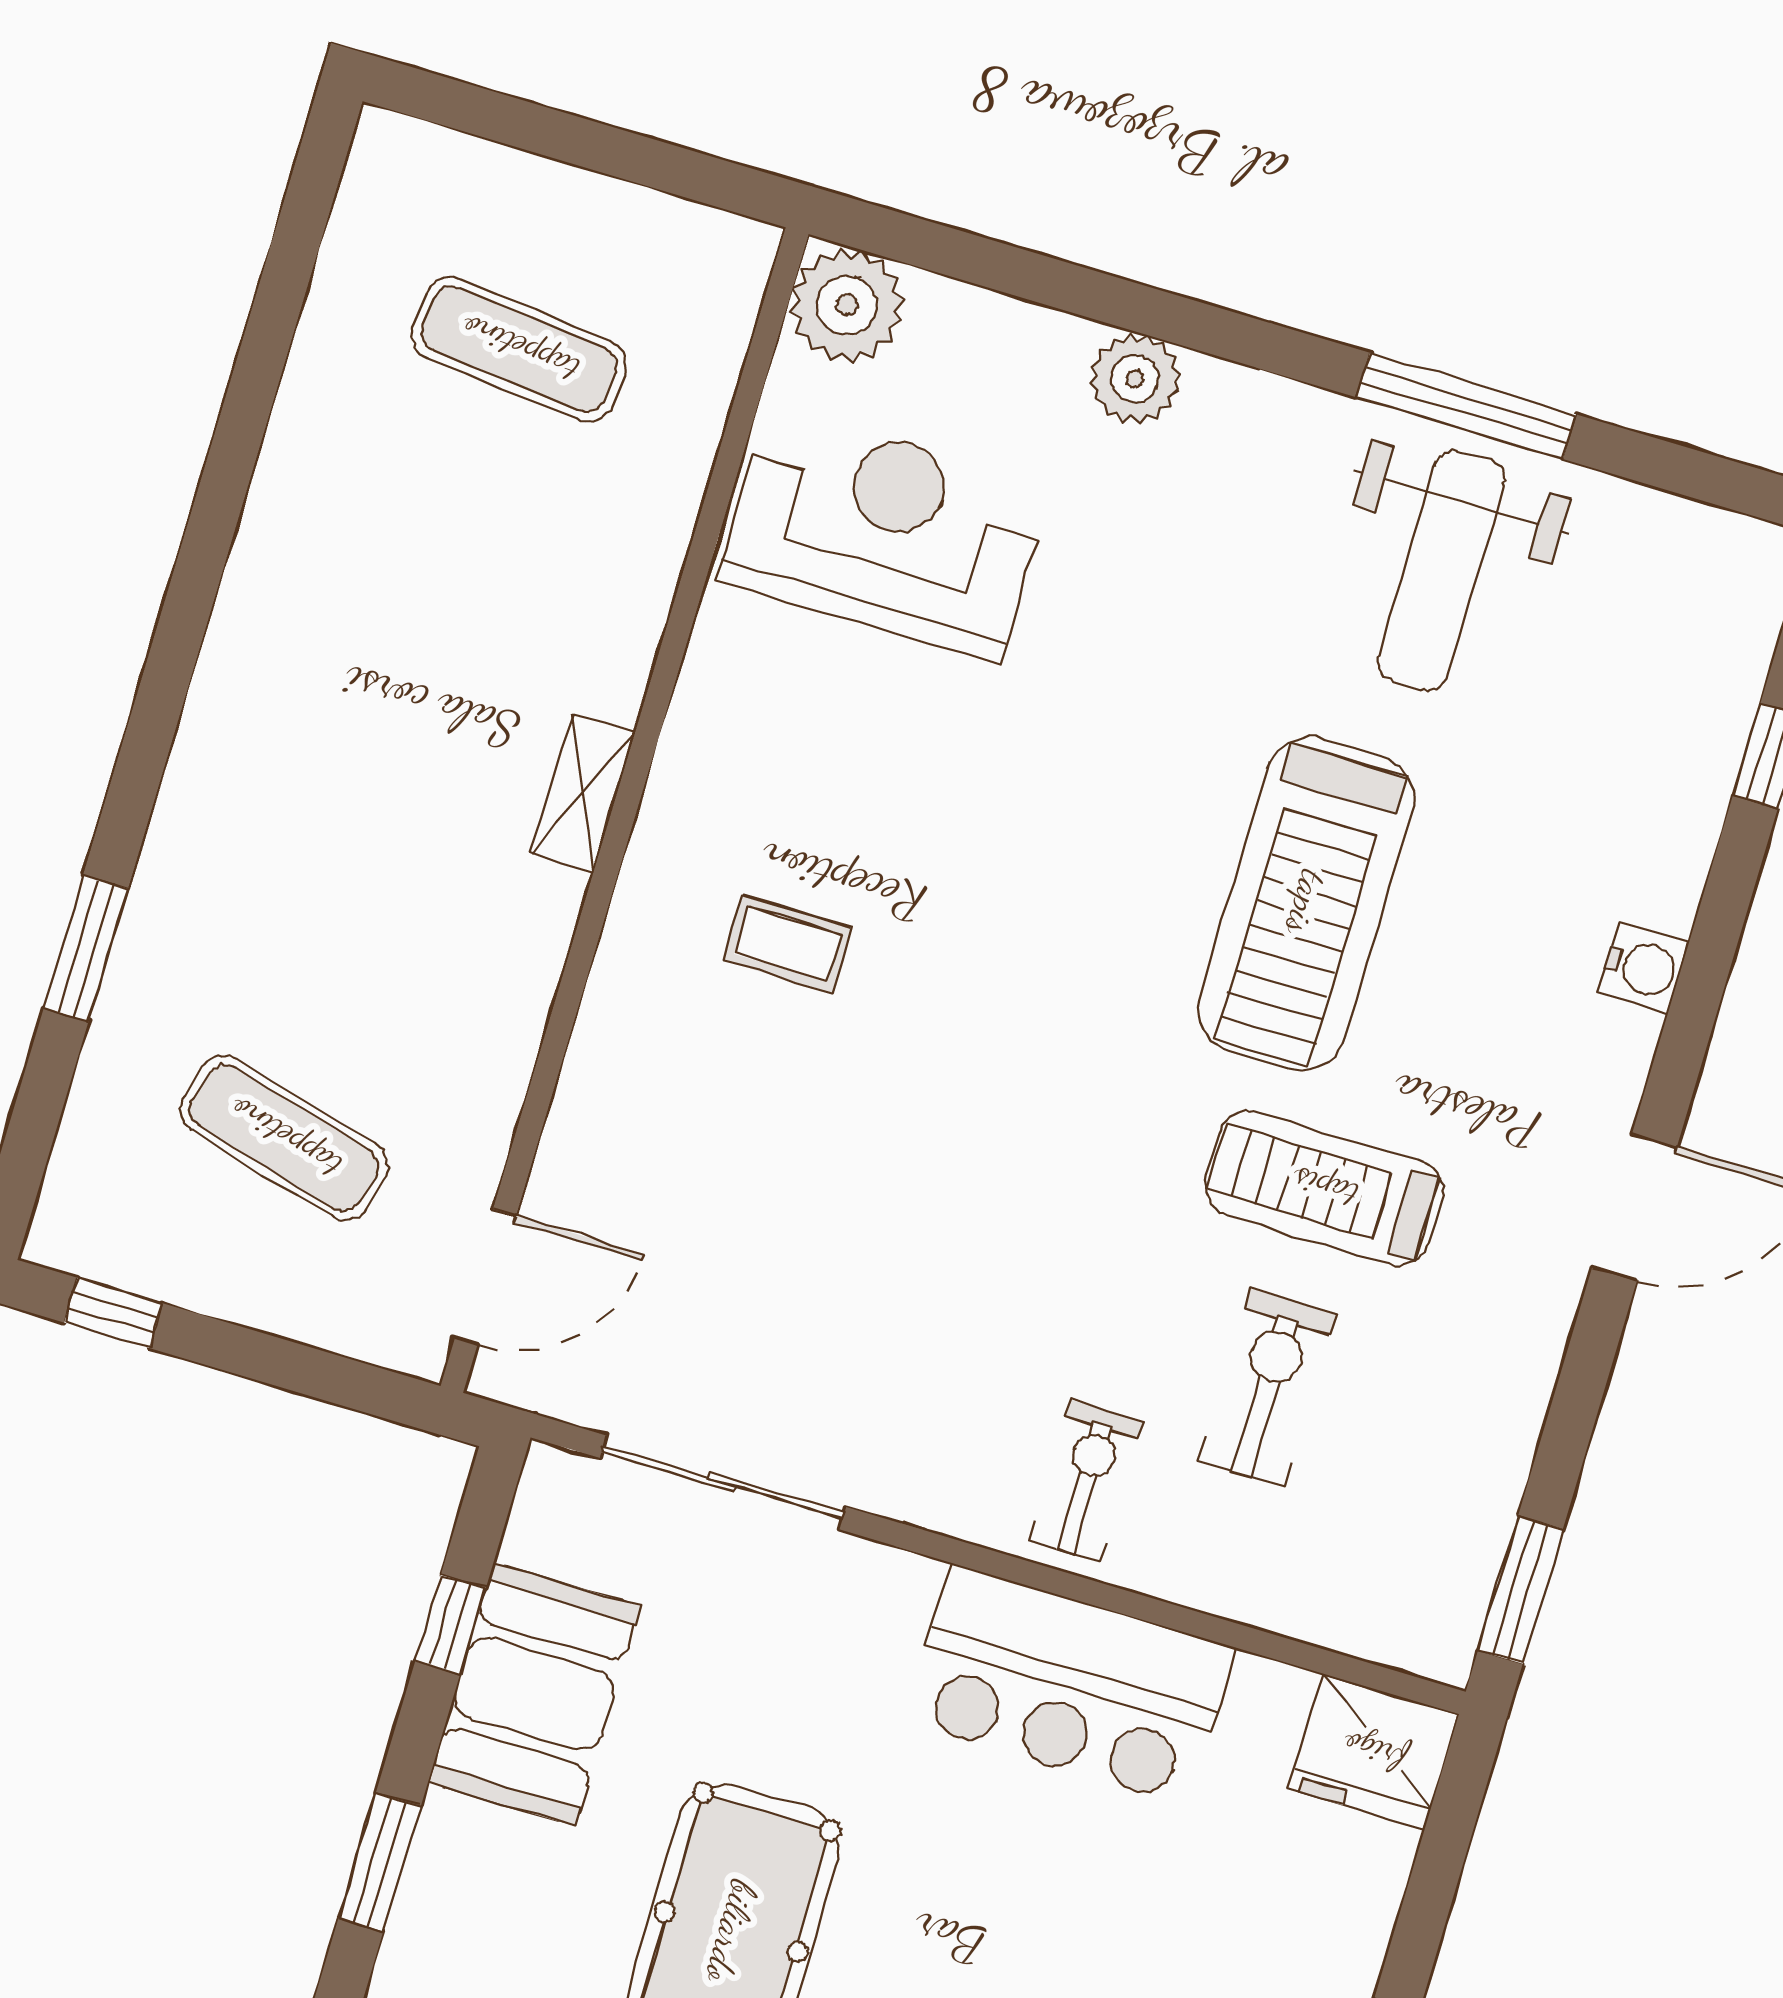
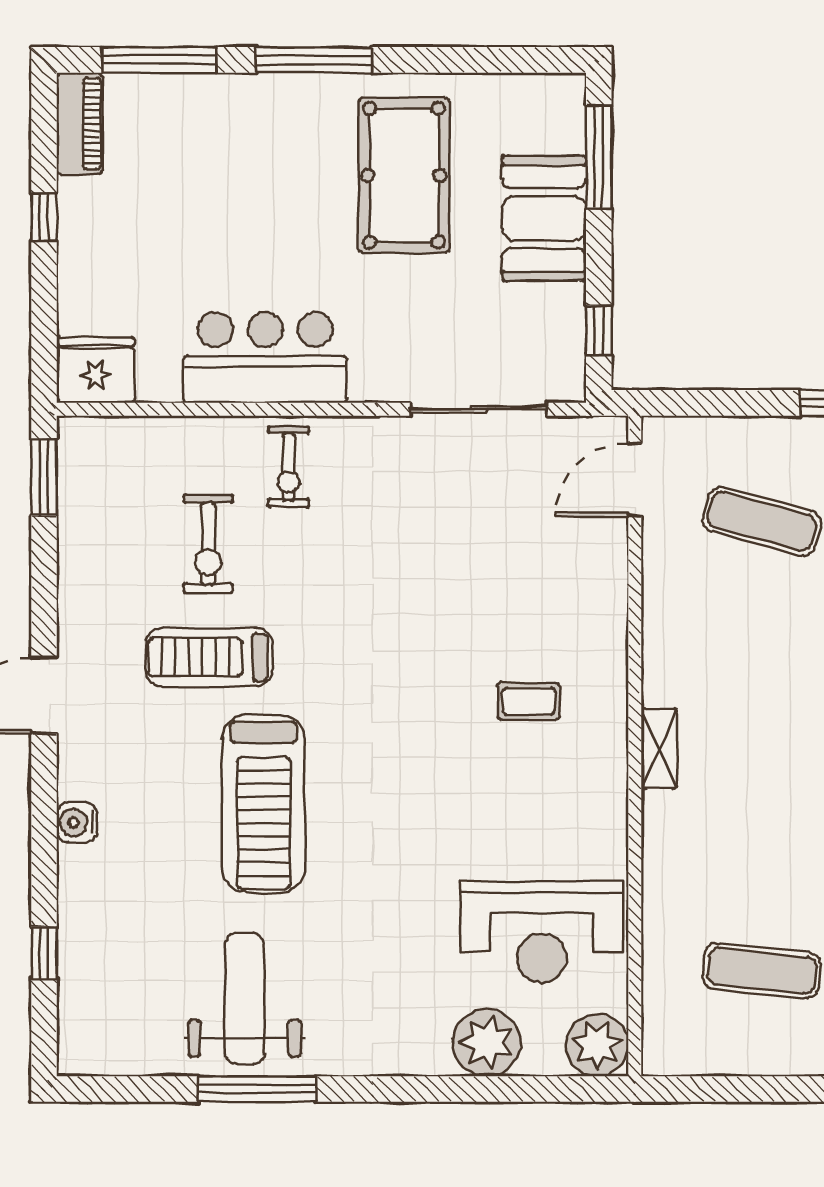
plant: (1135, 379) -> (487, 1042), moved, width x1.36, depth x1.36
treadmill: (1306, 903) -> (263, 803), turned 180
treadmill: (1324, 1188) -> (209, 657), turned 180
window: (450, 1625) -> (599, 330), moved
booth: (534, 1694) -> (544, 218), moved
window: (380, 1862) -> (599, 157), width x1.44

